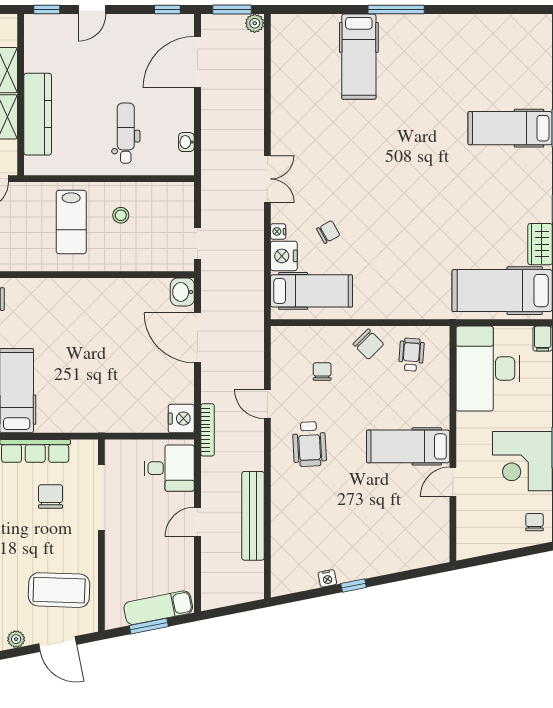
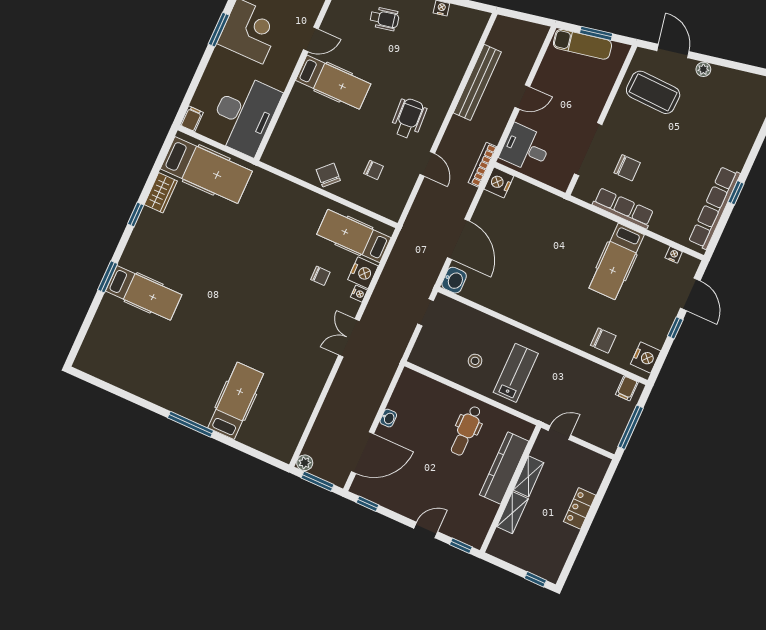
dental chair: (126, 133) -> (466, 431), moved
washbasin: (186, 142) -> (388, 418), moved
chair: (328, 232) -> (320, 276), turned -151
wheelchair: (411, 355) -> (384, 19), moved, turned -106
chair: (322, 371) -> (374, 170), turned -90
chair: (51, 496) -> (627, 168), turned -90

